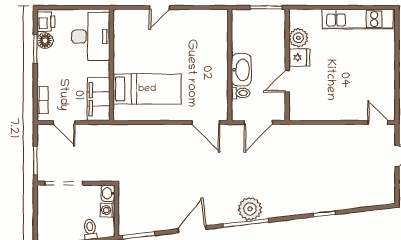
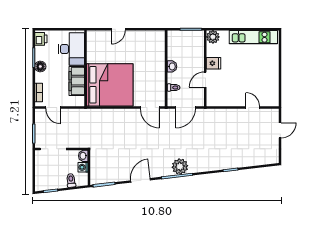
plant: (298, 38) -> (213, 37), moved
floor lamp: (45, 41) -> (40, 66), moved
washbasin: (241, 70) -> (172, 66), width x0.52, depth x0.69
bed: (147, 89) -> (110, 85), width x2.04
filing cabinet: (99, 99) -> (77, 81), moved
door: (378, 122) -> (253, 108), moved

